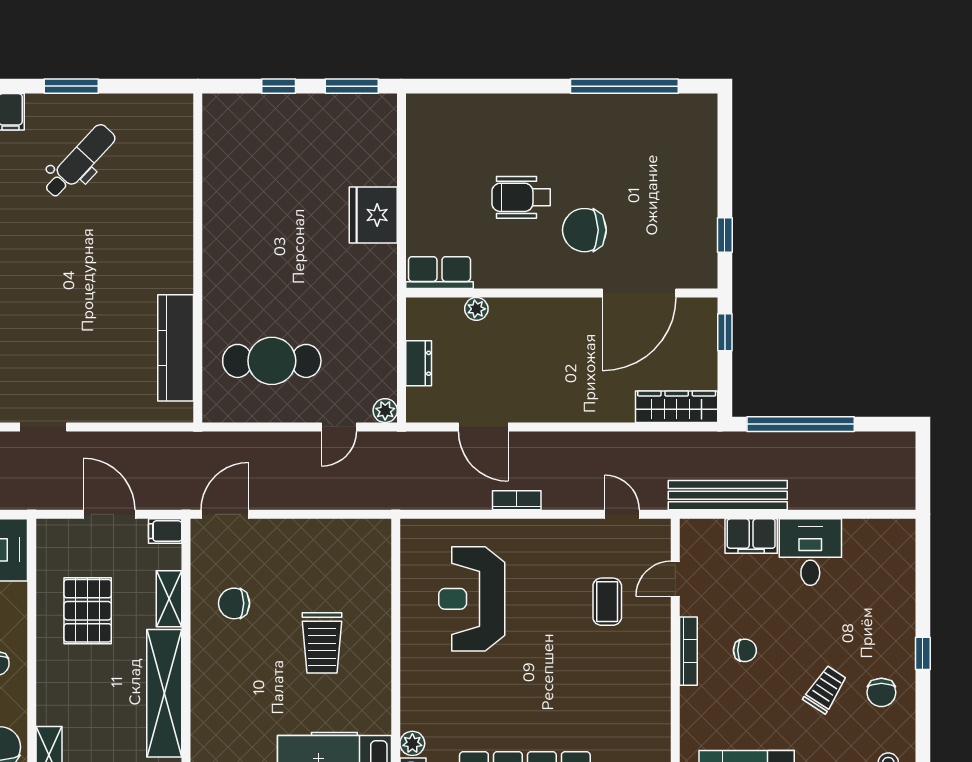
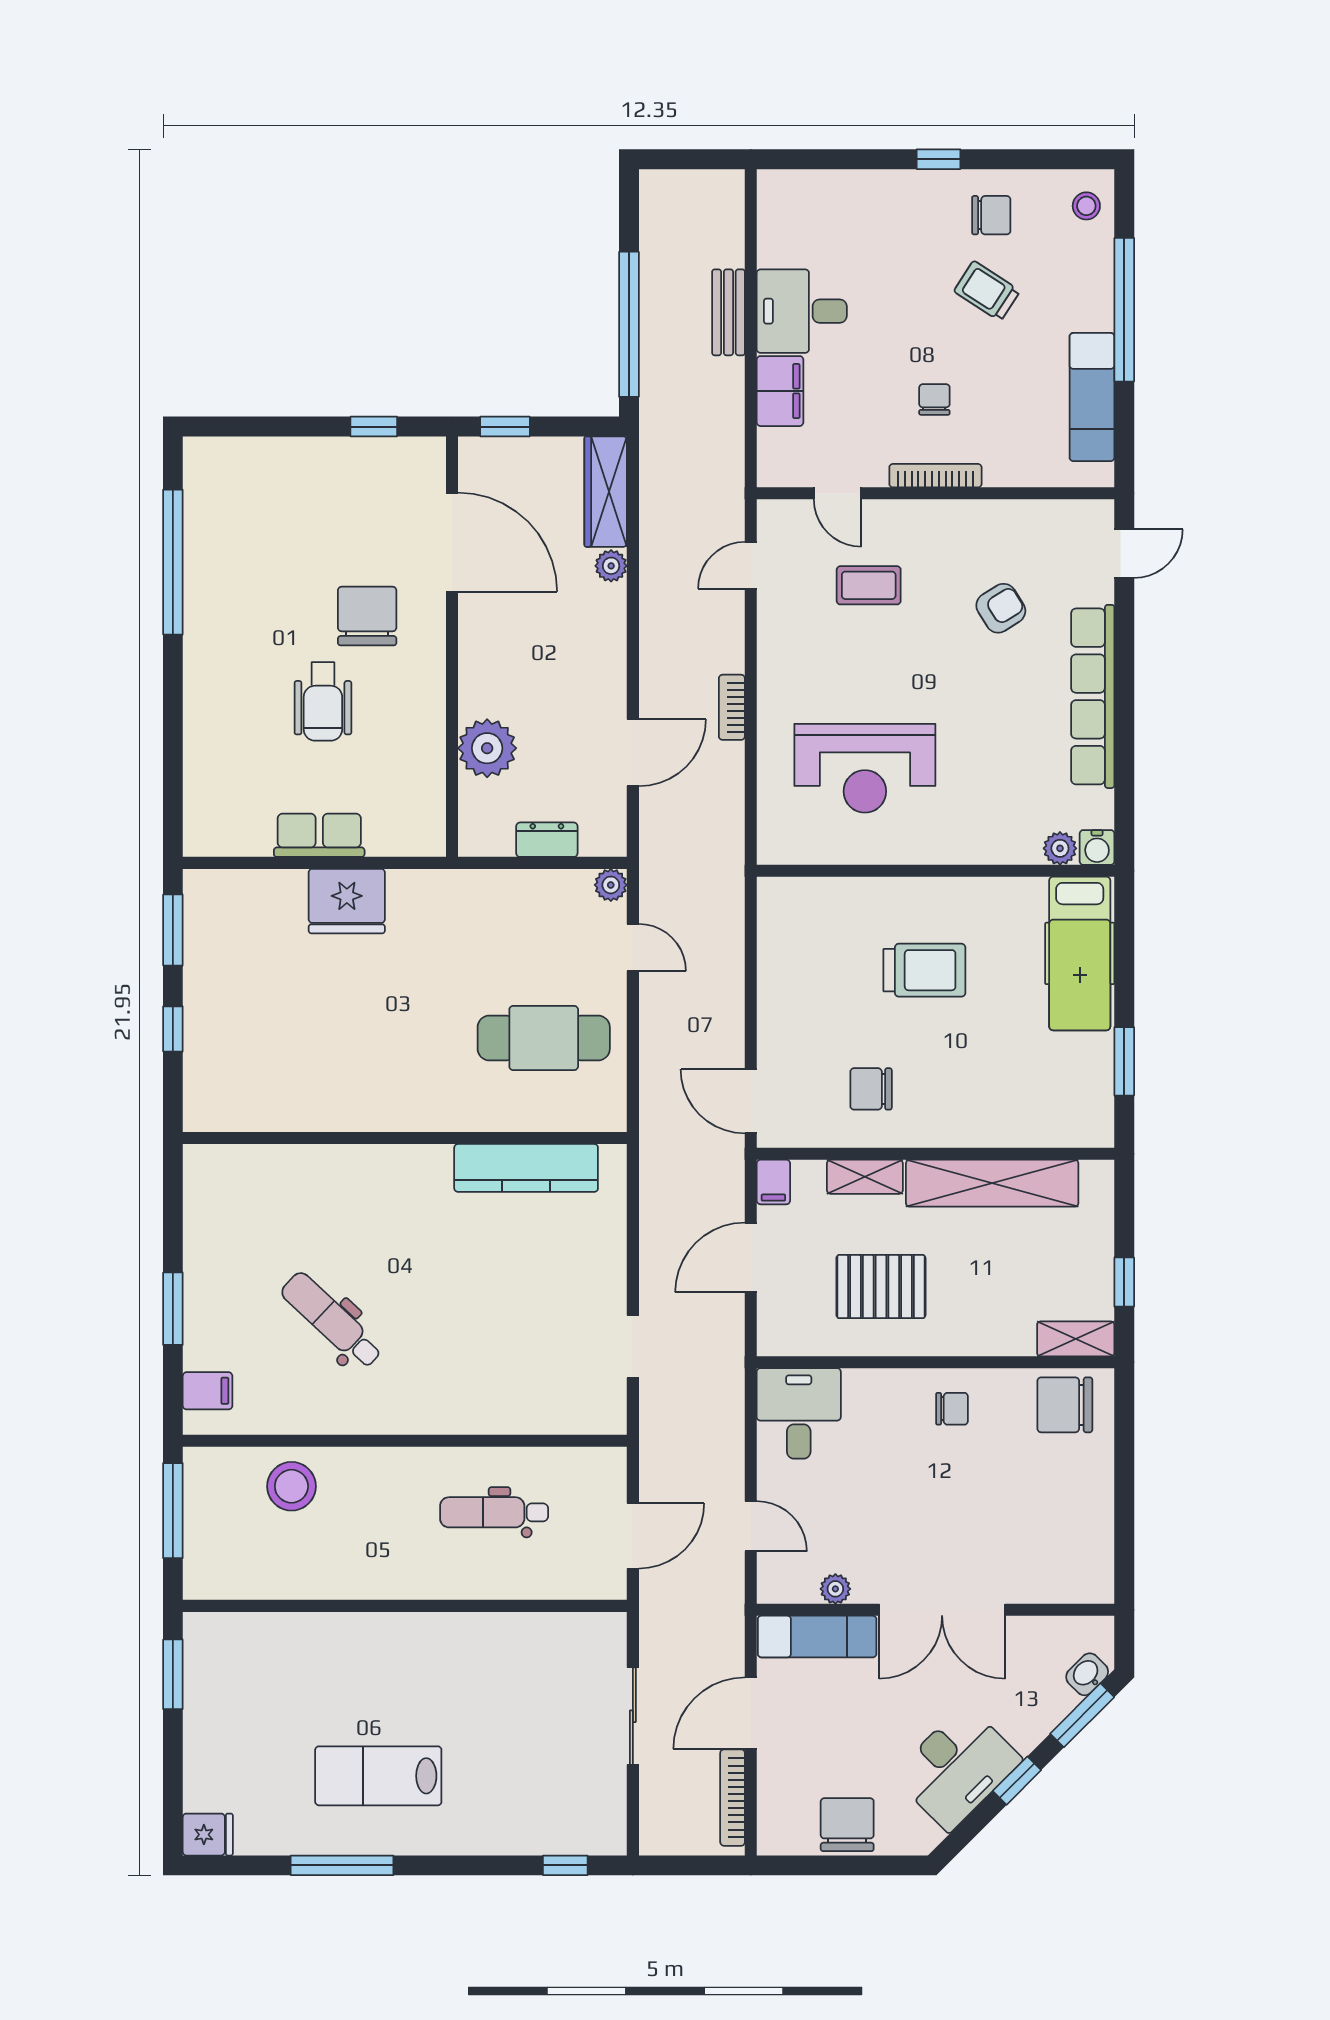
dental chair: (80, 161) -> (332, 1321), moved
chair: (584, 230) -> (367, 616), turned 180
row of seats: (439, 273) -> (319, 835), moved, turned 90
plant: (476, 309) -> (487, 748), width x1.88, depth x1.88
cafe table: (272, 361) -> (544, 1038), turned 90
plant: (622, 411) -> (611, 566), added
bench: (728, 495) -> (728, 312), moved, width x0.54, depth x0.82
chair: (234, 603) -> (871, 1089), turned 90
armchair: (590, 700) -> (1001, 608), added

